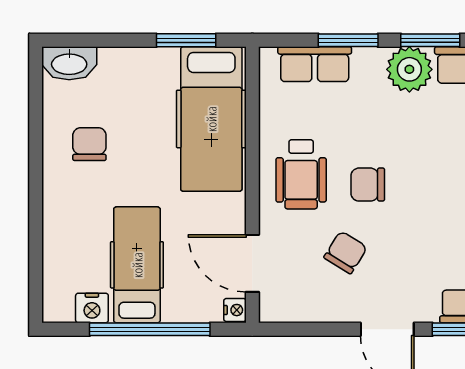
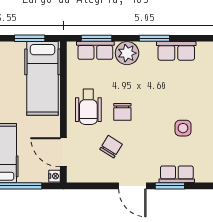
window: (348, 40) -> (97, 38), moved
plant: (409, 69) -> (127, 53), moved
chair: (368, 185) -> (122, 112), turned -90

